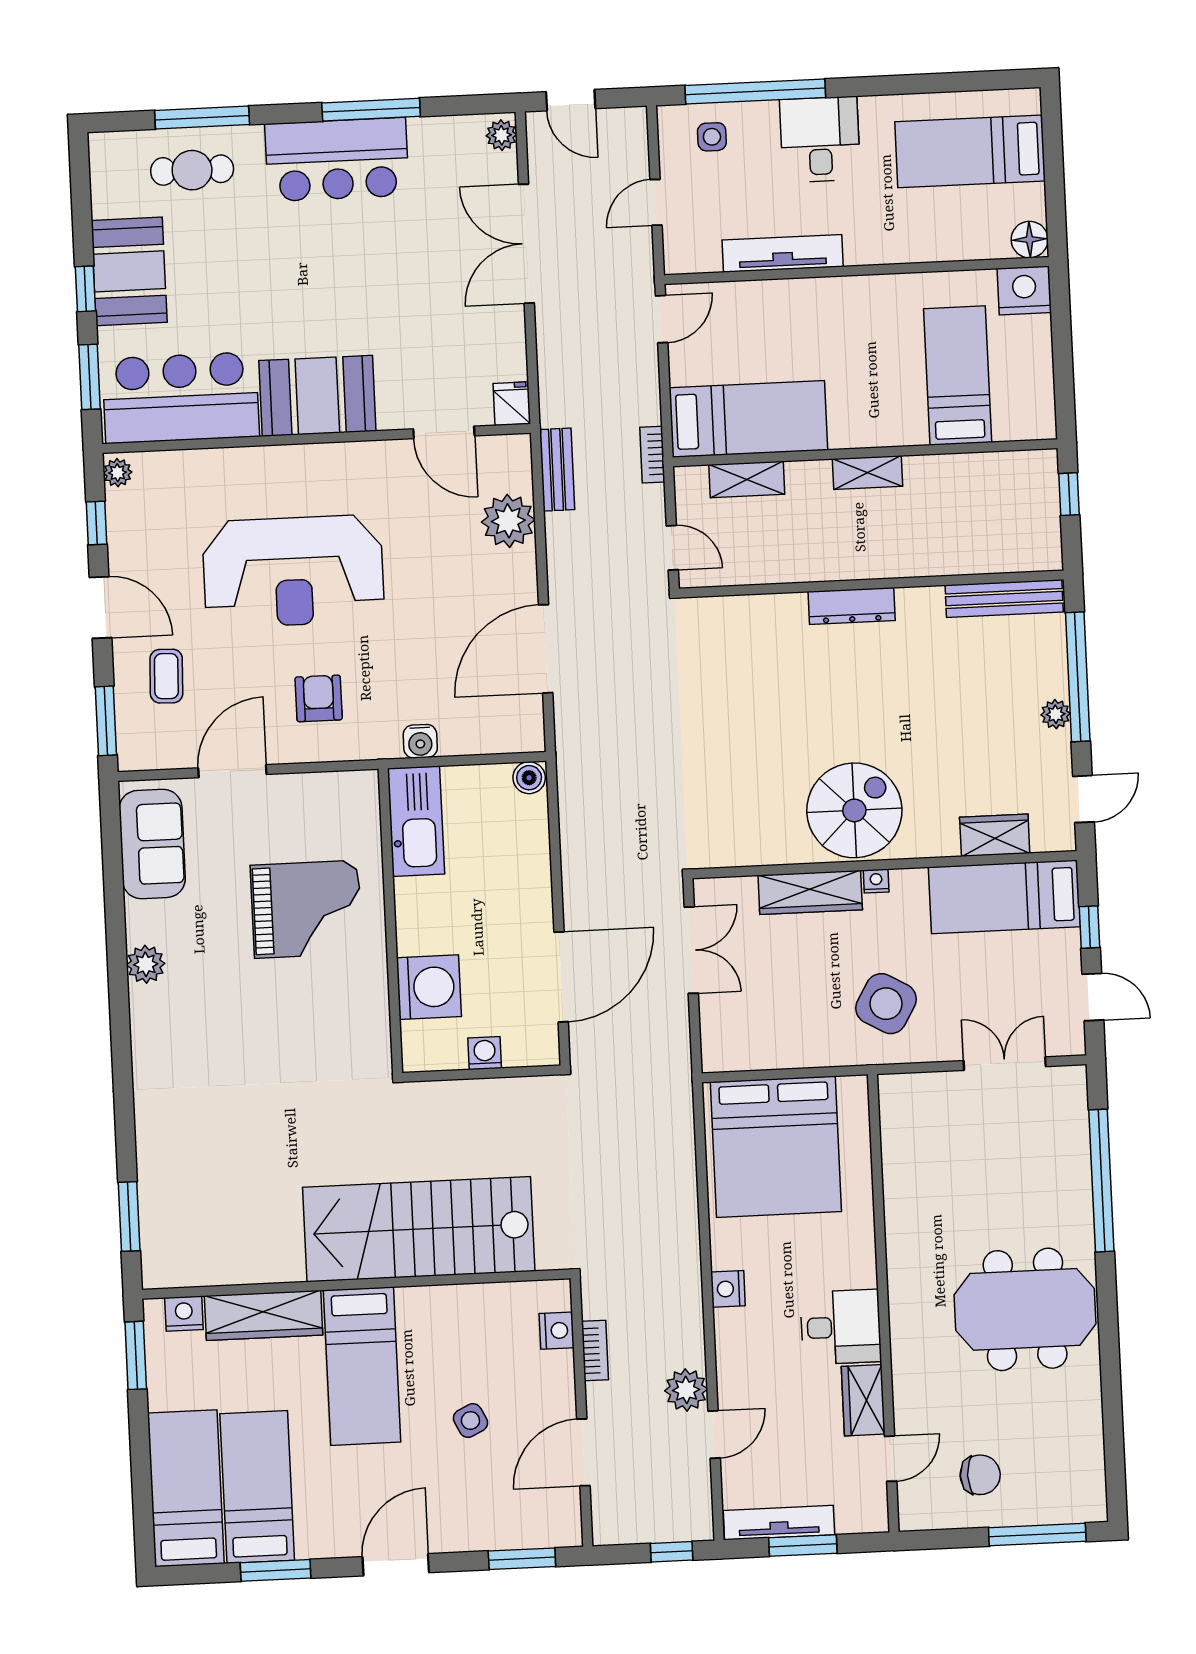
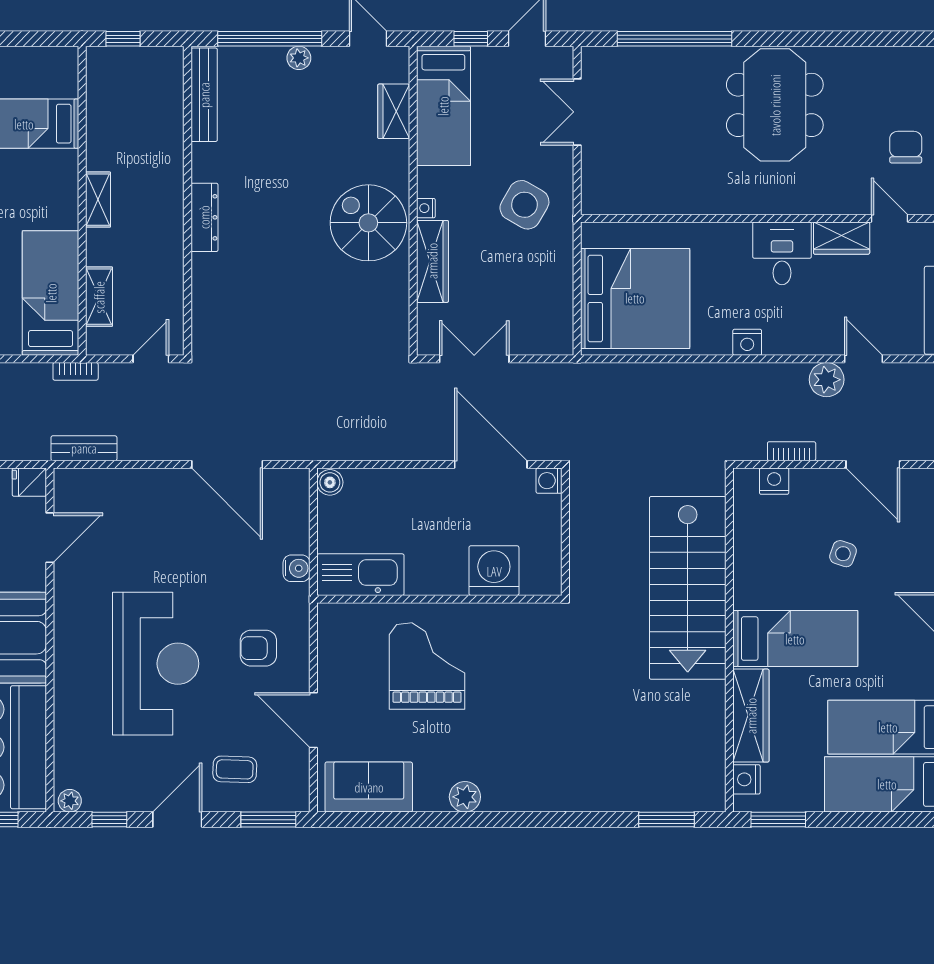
plant: (508, 521) -> (123, 489), removed
washing machine: (485, 1053) -> (549, 481), moved
side table: (470, 1421) -> (843, 554), turned 45

